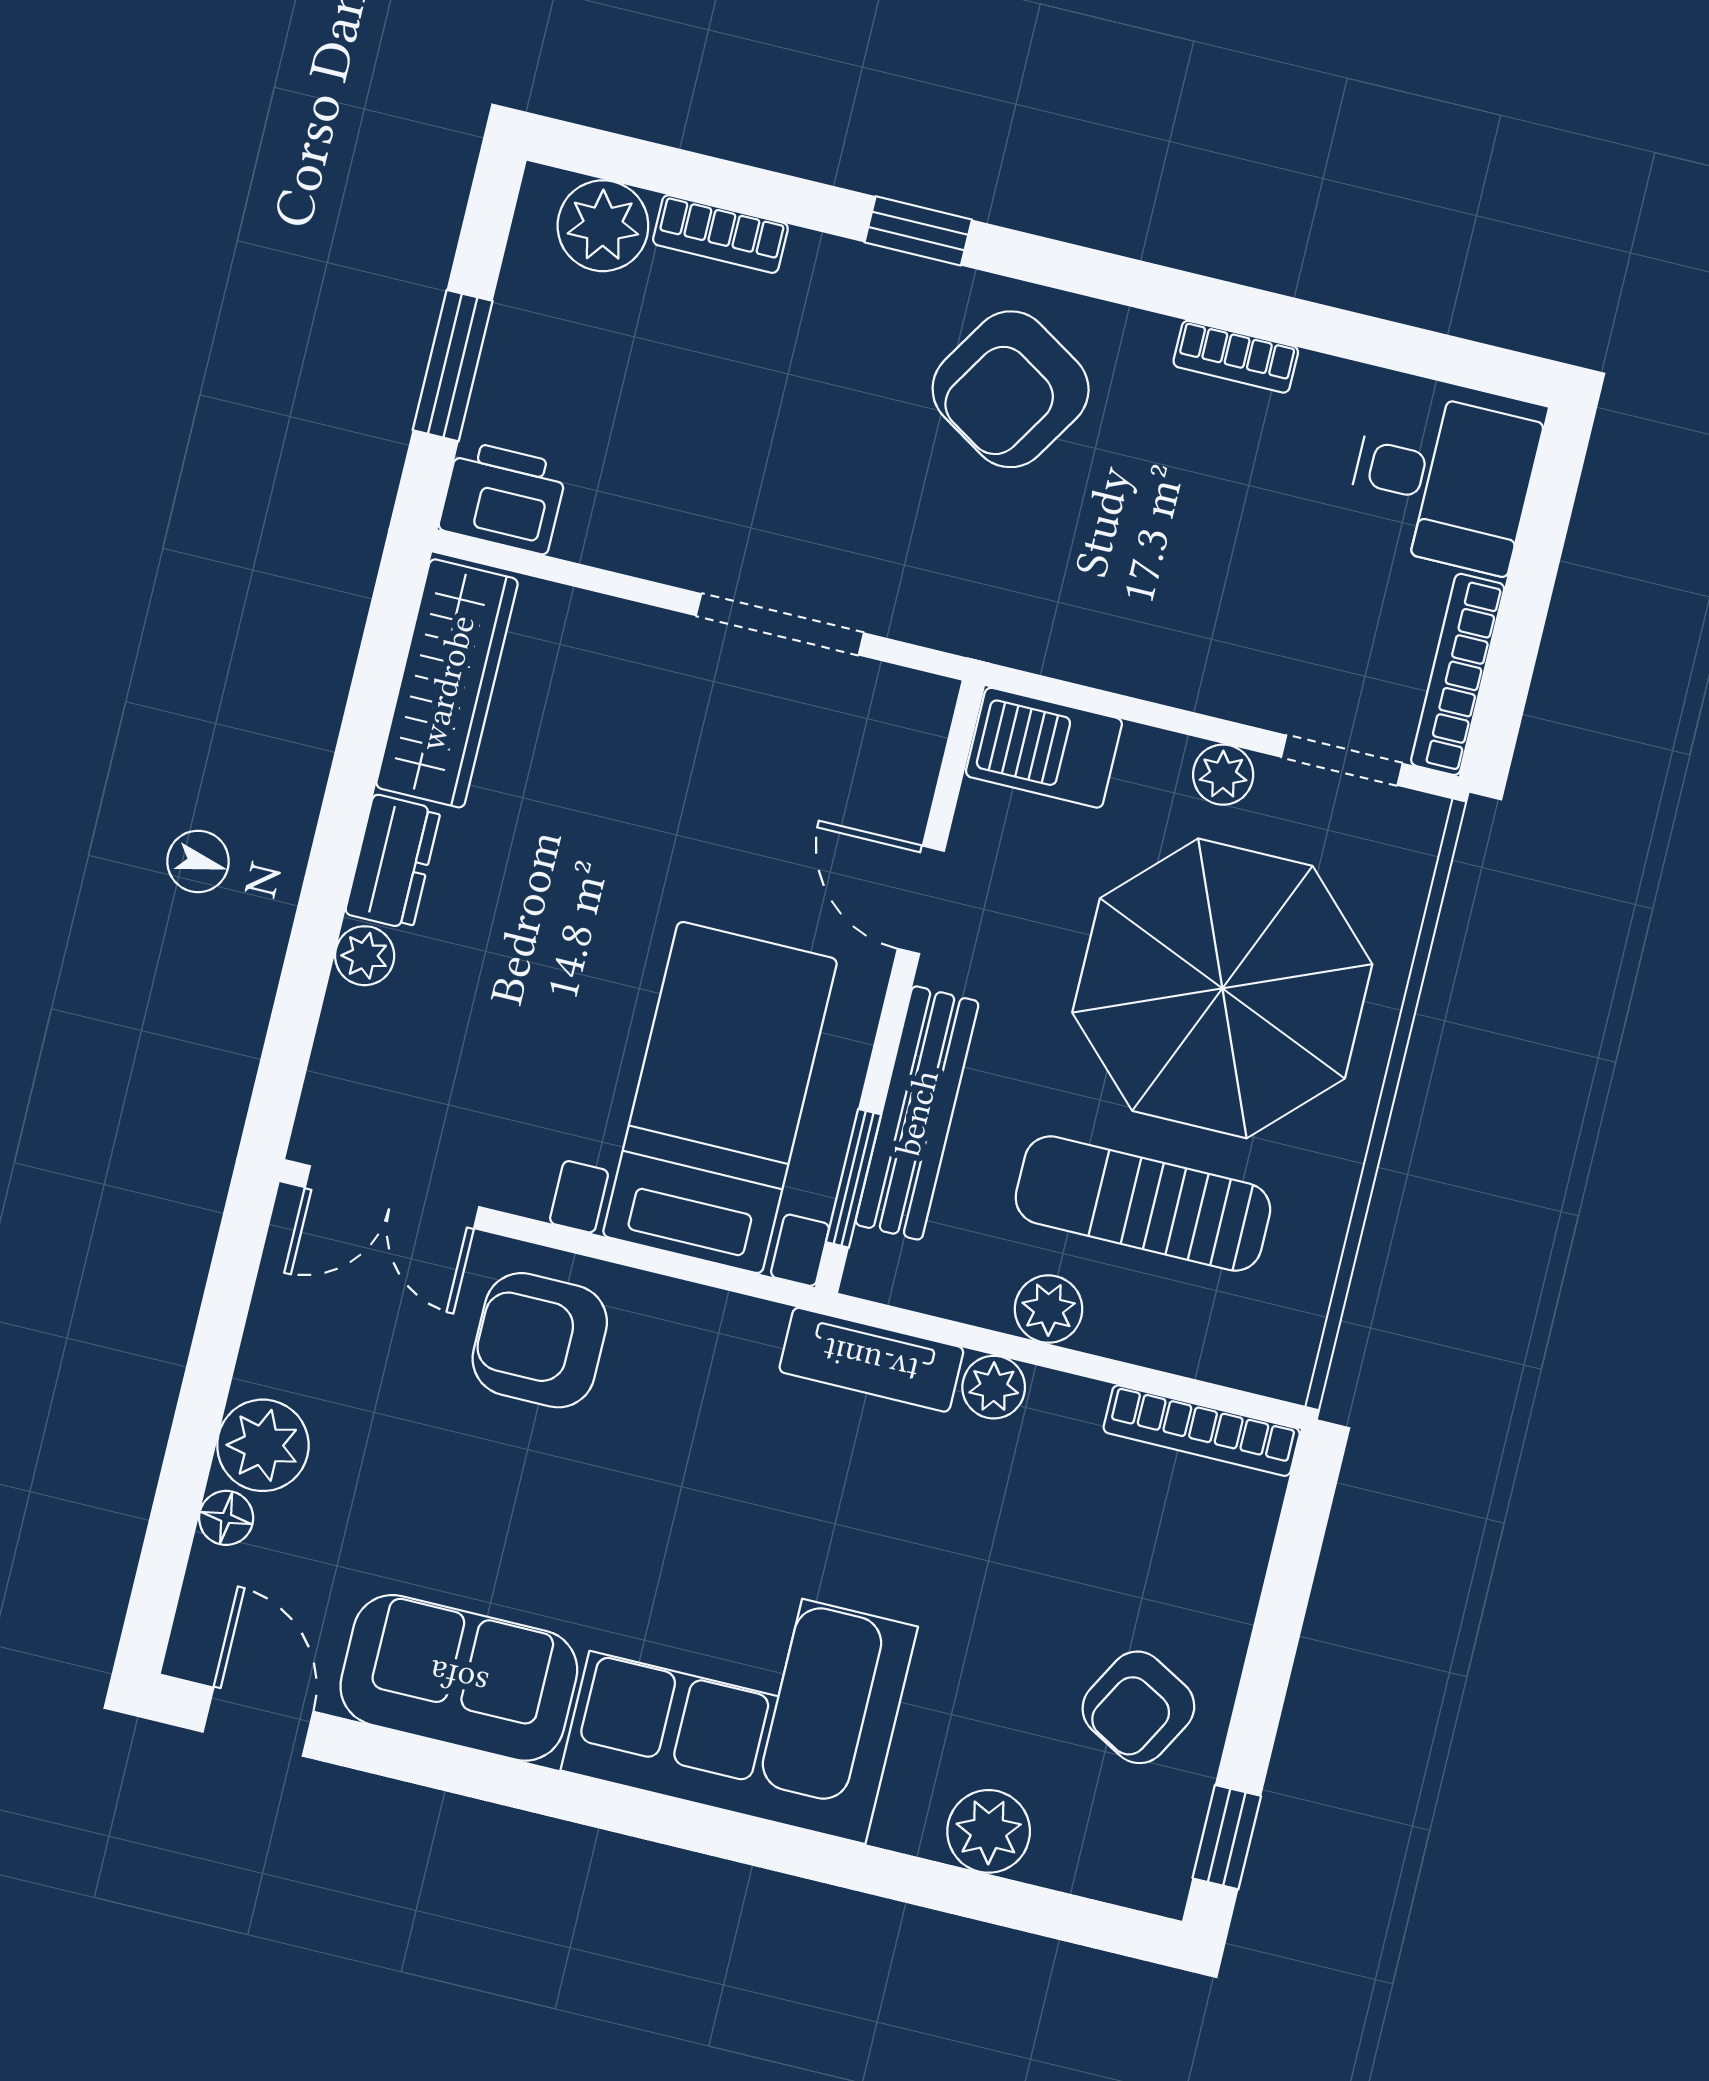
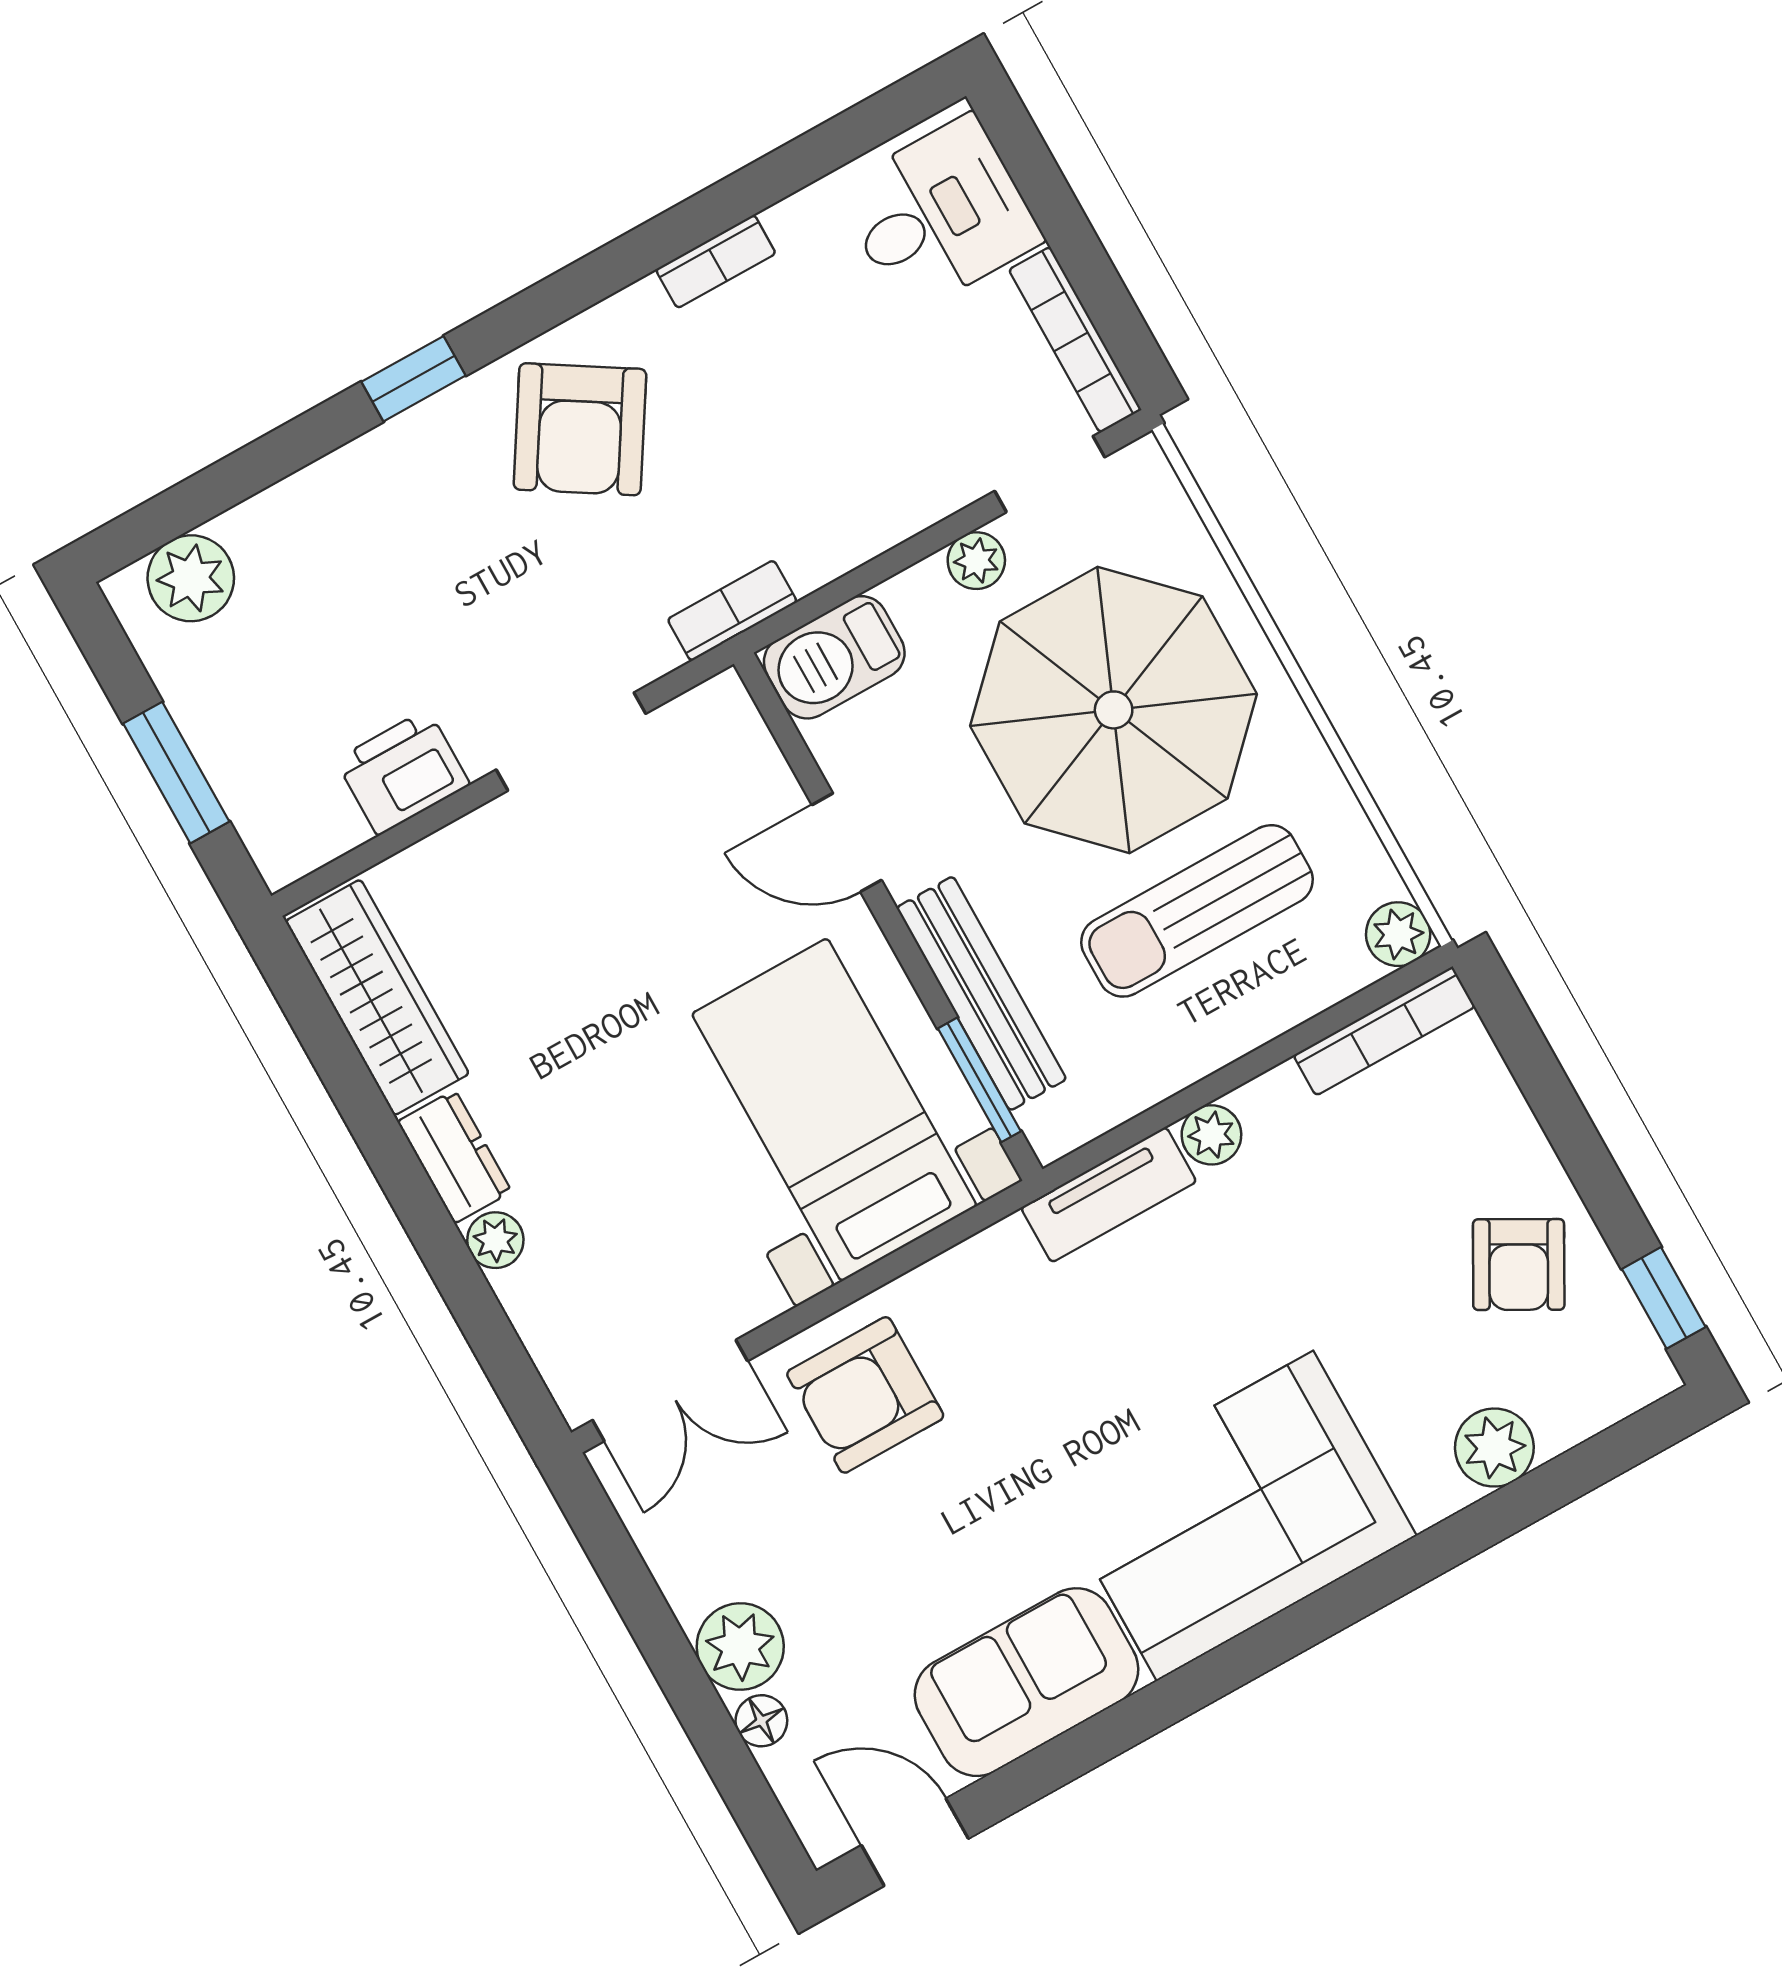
bookcase: (720, 234) -> (732, 611), moved, turned 180
printer: (503, 497) -> (403, 772), moved
plant: (1049, 1309) -> (1398, 934), moved

